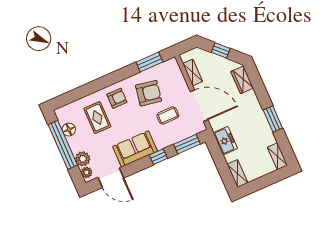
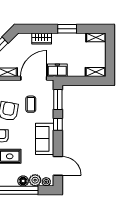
wardrobe: (242, 80) -> (42, 39), moved
floor lamp: (69, 130) -> (23, 181), moved
freezer: (225, 141) -> (57, 70), moved
door: (111, 178) -> (58, 166), hinge flipped

